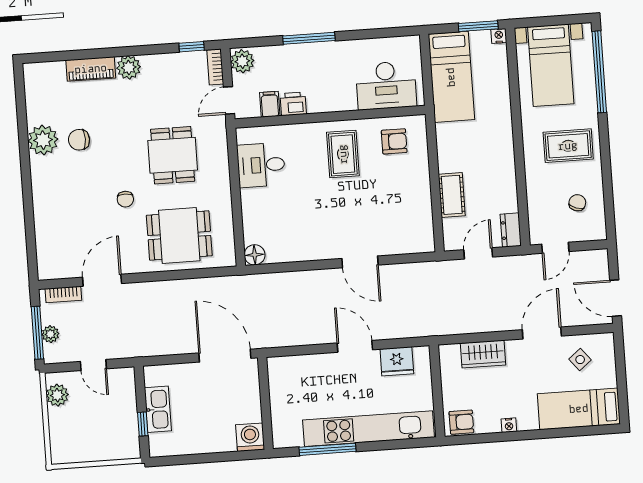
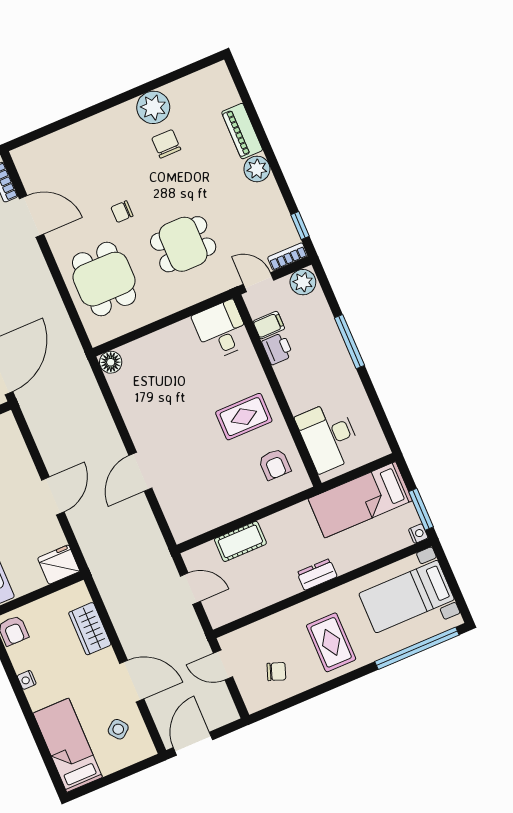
desk: (261, 165) -> (221, 330), moved
dresser: (511, 230) -> (317, 574), moved
fridge: (397, 361) -> (59, 565), moved, turned 90

